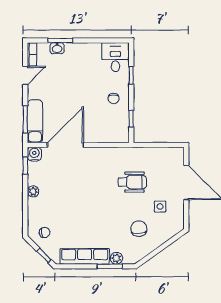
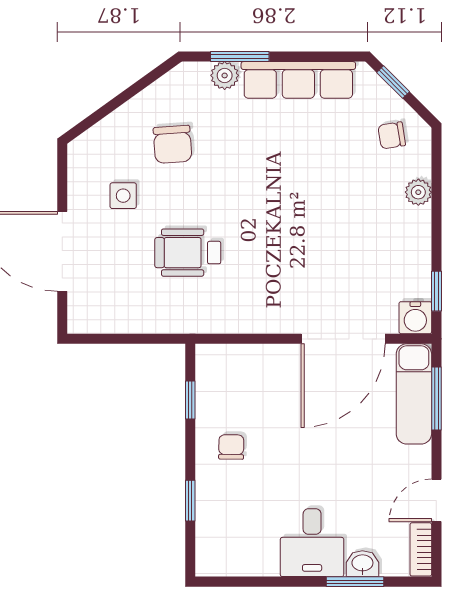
desk: (115, 57) -> (312, 543), moved
plant: (33, 191) -> (418, 192), moved

